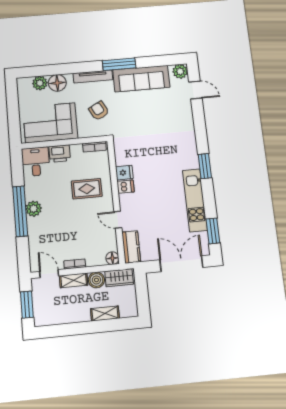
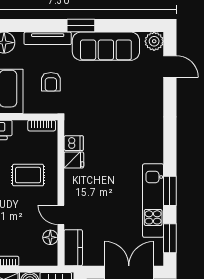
window: (119, 64) -> (81, 26), width x0.69
armchair: (99, 111) -> (51, 82), turned -152
window: (205, 166) -> (170, 191), moved
dishwasher: (125, 187) -> (74, 143), moved
floor lamp: (112, 258) -> (50, 237), moved

